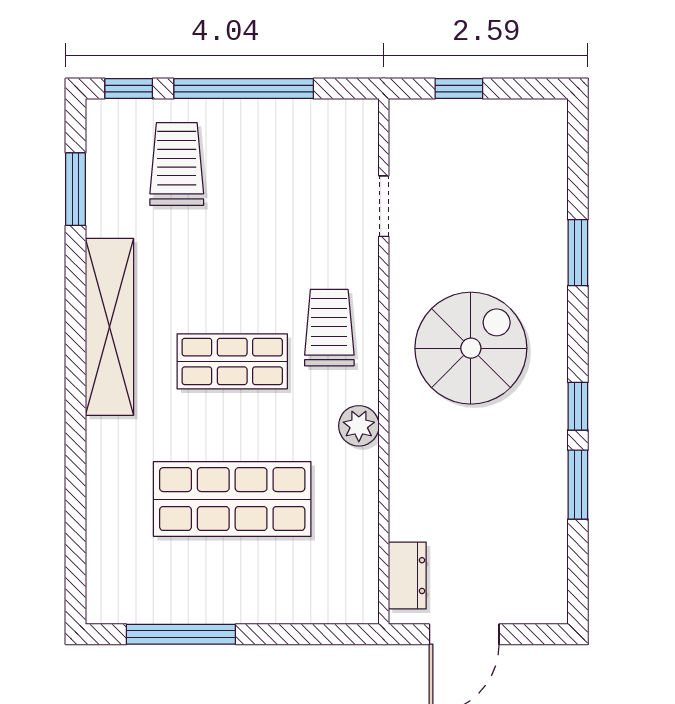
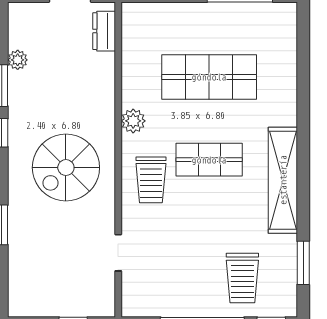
plant: (552, 528) -> (18, 60), added

